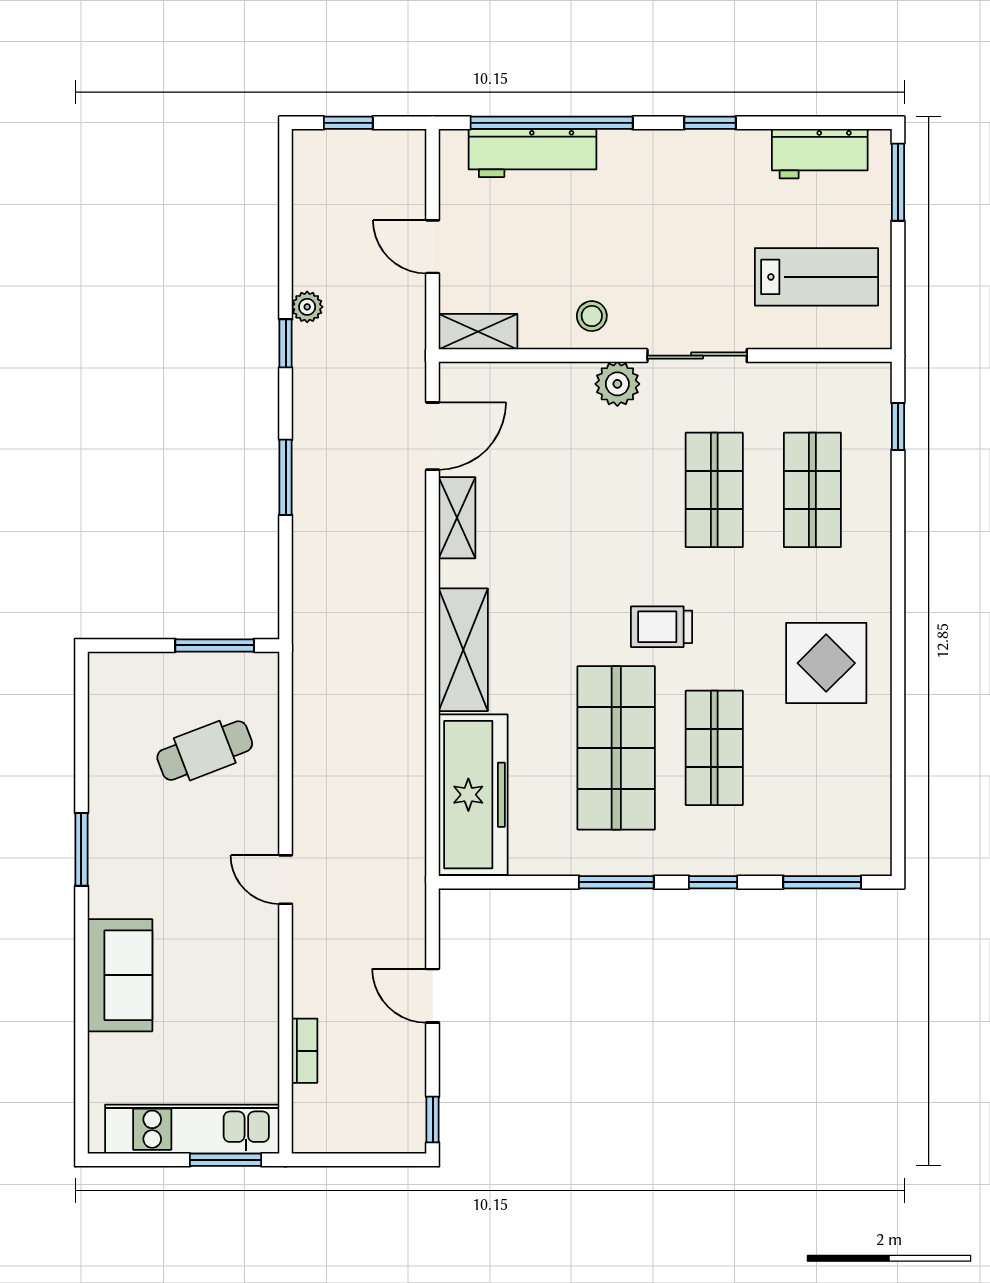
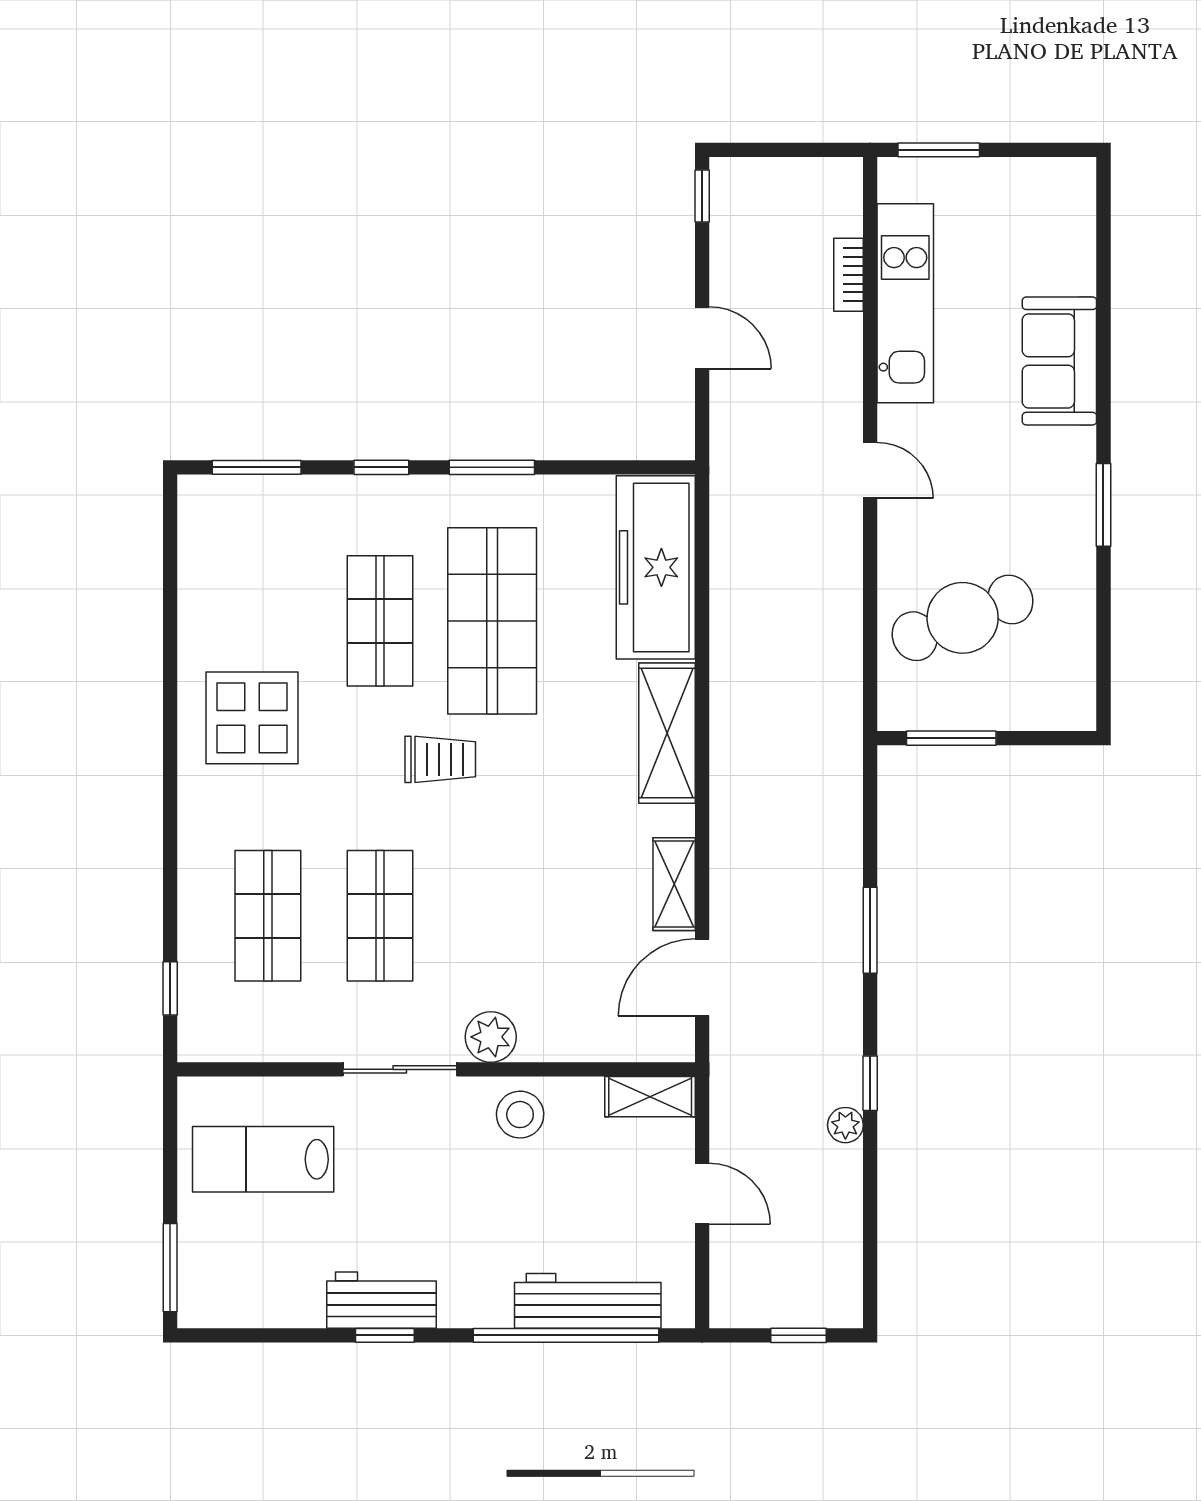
workbench: (820, 154) -> (381, 1300), moved
stool: (592, 316) -> (520, 1115), width x1.37, depth x1.37
cafe table: (205, 751) -> (963, 618), width x1.37, depth x1.35
kitchen unit: (192, 1129) -> (905, 303), moved, turned -90

